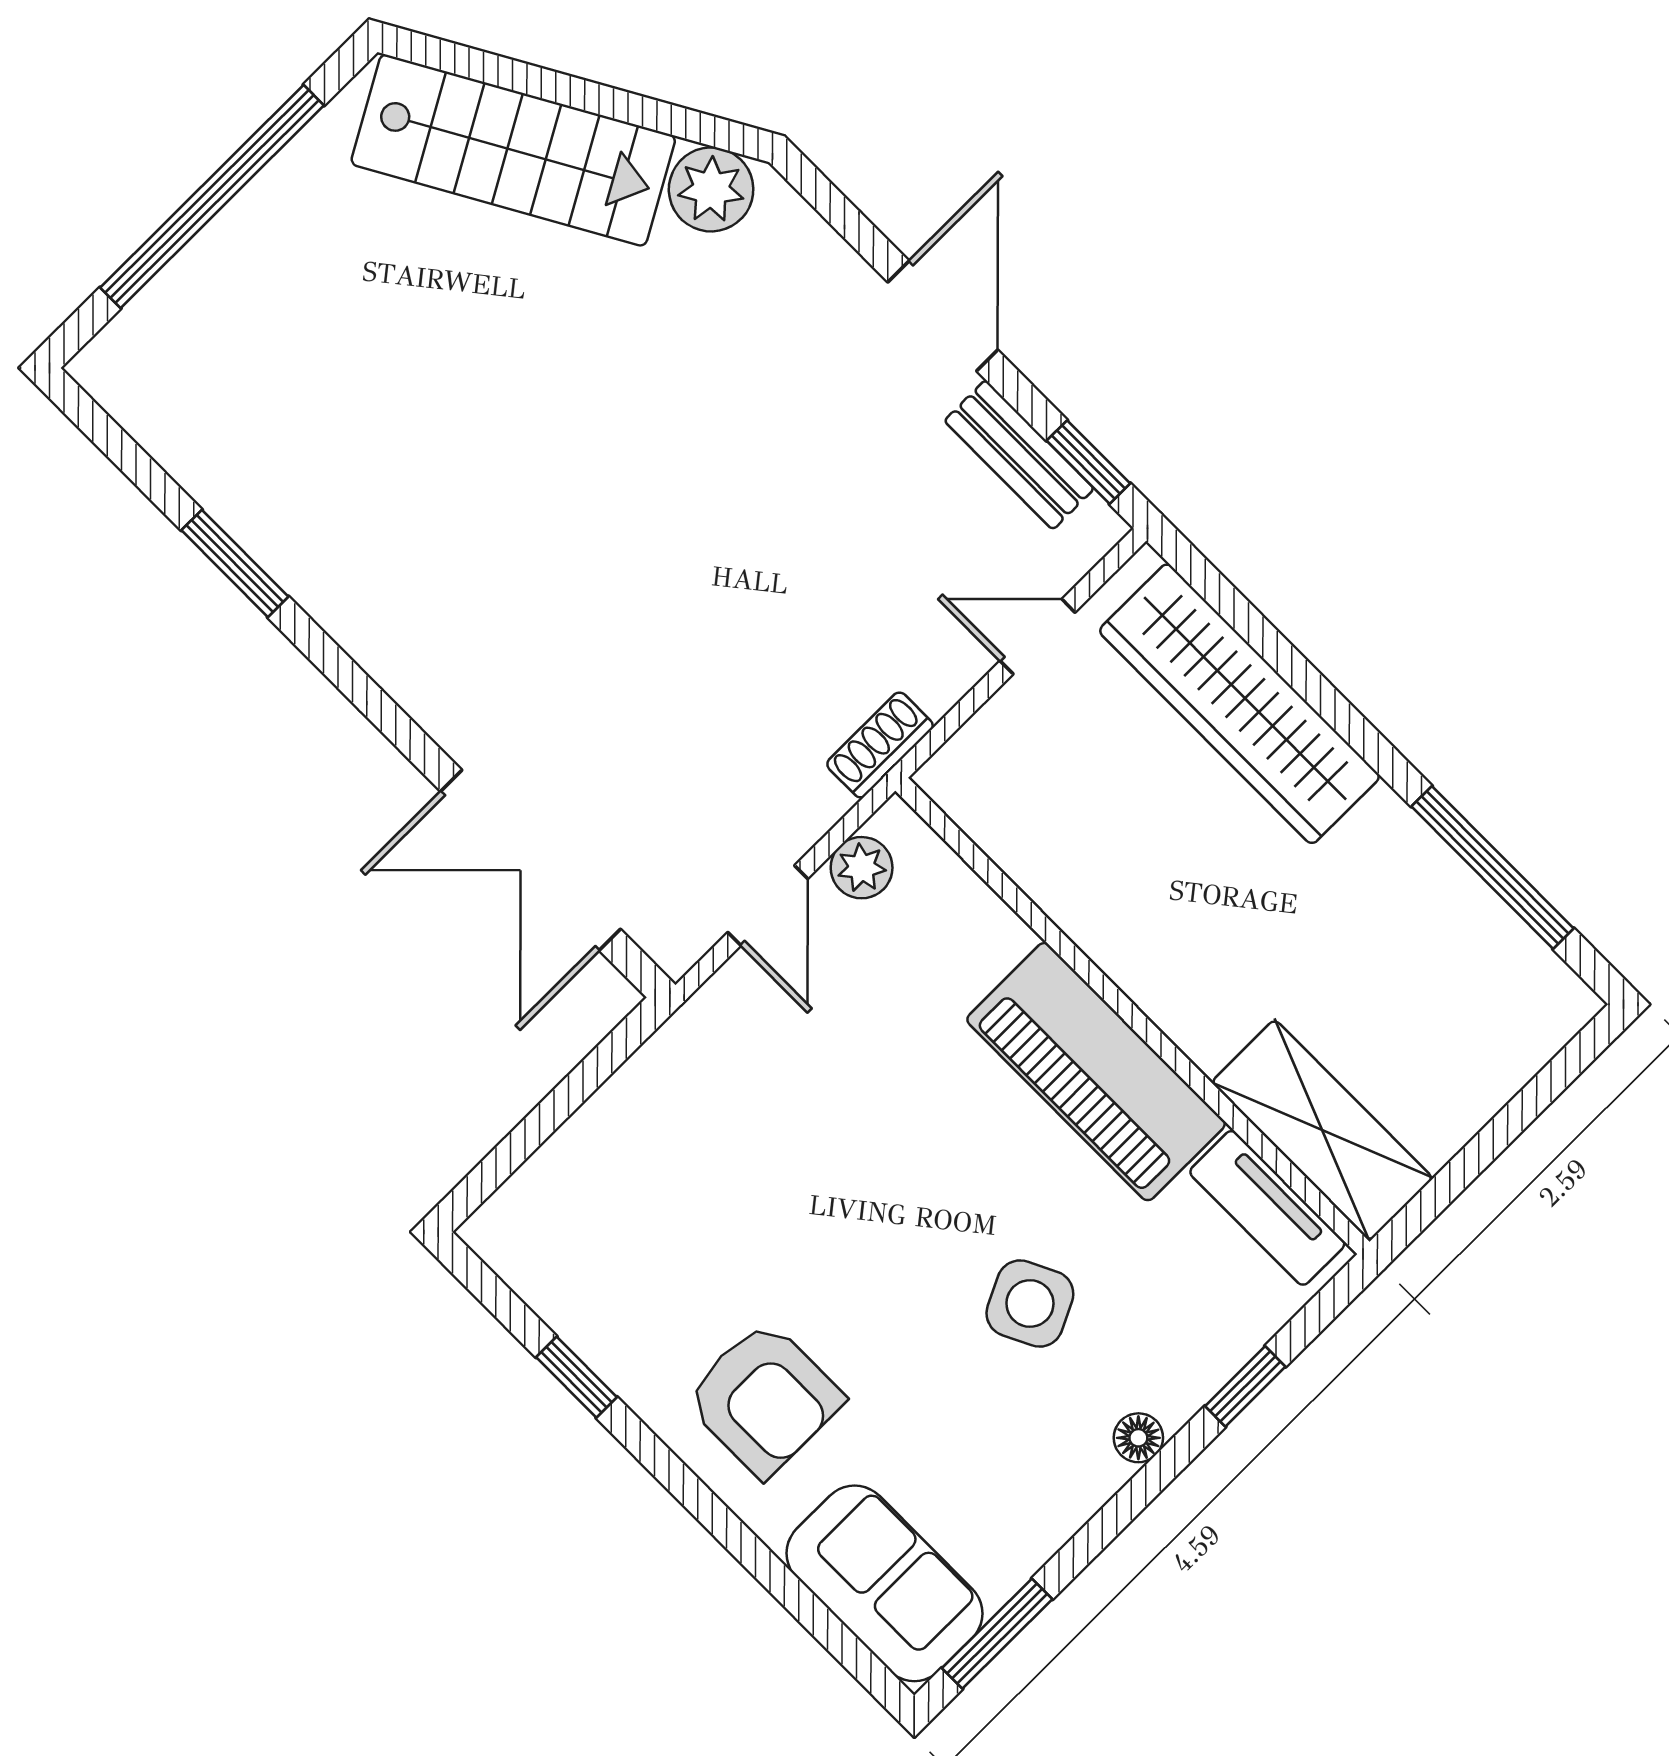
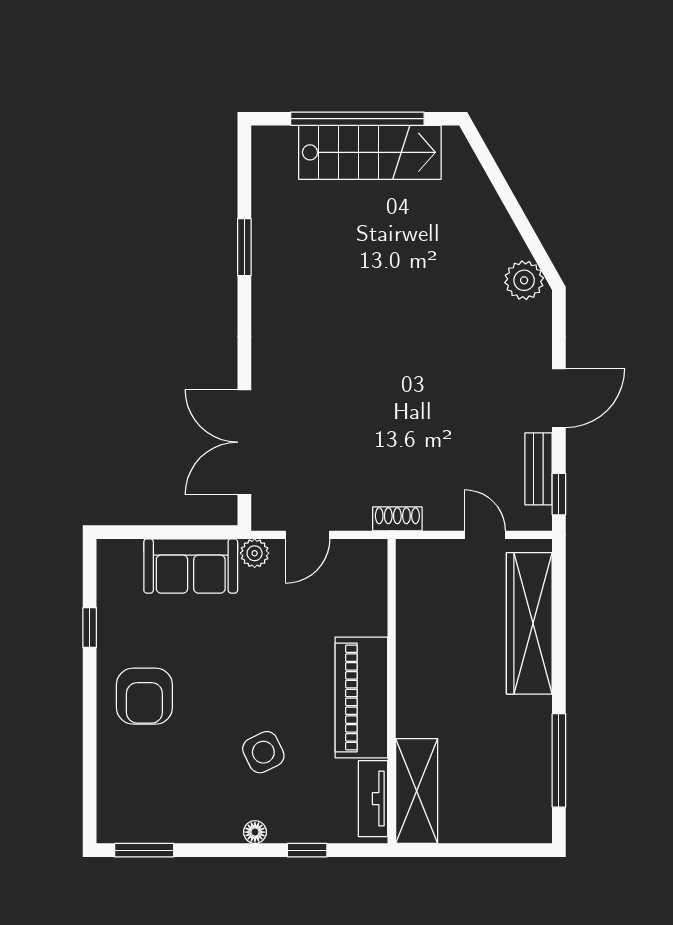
stairs: (513, 150) -> (370, 152), moved, turned -61
plant: (862, 868) -> (255, 553), moved
sofa: (884, 1583) -> (191, 566), moved, turned 90

